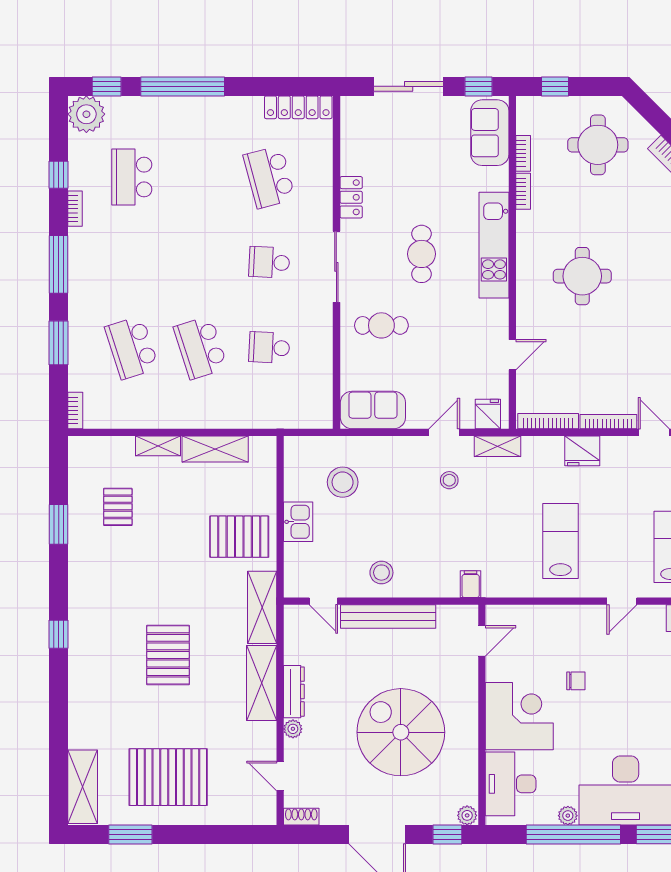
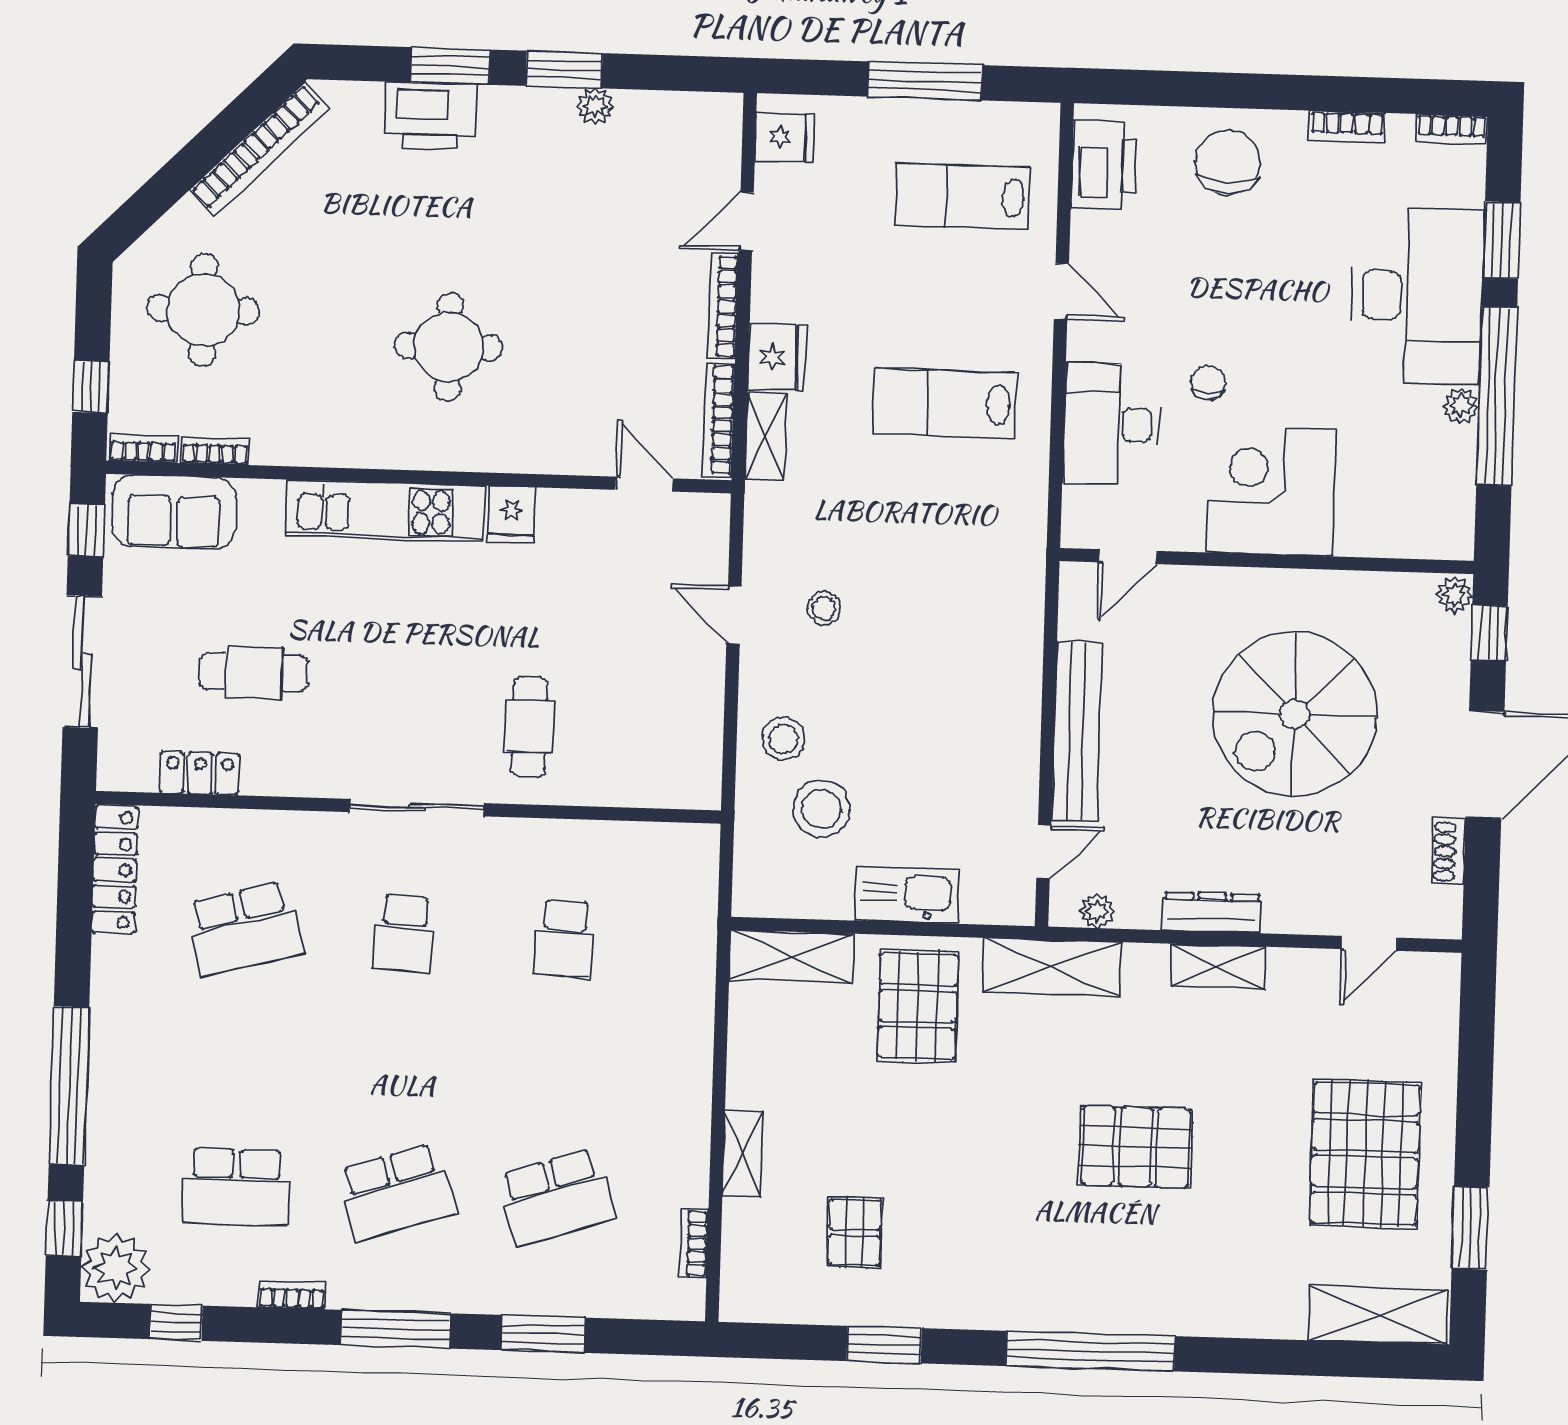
window: (59, 175) -> (176, 1322), moved
bookcase: (523, 191) -> (144, 448), moved
locker: (351, 197) -> (200, 773), moved
cafe table: (422, 254) -> (253, 672), moved
school desk: (200, 348) -> (396, 1192), moved
door: (512, 355) -> (644, 484), moved
bookcase: (75, 410) -> (694, 1244), moved, turned -90
sofa: (373, 410) -> (688, 748), removed
fridge: (488, 414) -> (512, 514), moved, turned -90
shelving: (497, 446) -> (766, 436), moved
shelving: (215, 449) -> (792, 957), moved, turned 90
pallet: (118, 507) -> (855, 1232), turned 90
kitchen sink: (298, 522) -> (907, 895), width x1.38
stool: (381, 573) -> (783, 739), moved
filing cabinet: (471, 584) -> (1020, 575), removed
window: (59, 634) -> (1090, 1351), width x3.17
door: (482, 641) -> (1128, 557), swing flipped
shelving: (262, 683) -> (1218, 966), width x0.67, depth x0.75
plant: (293, 729) -> (1097, 911), moved
desk: (511, 784) -> (1111, 424), moved, turned 90
shoe rack: (301, 817) -> (1449, 852), moved

